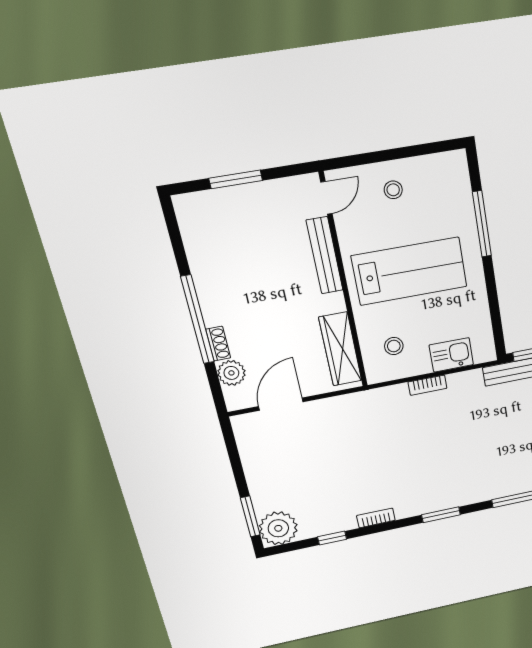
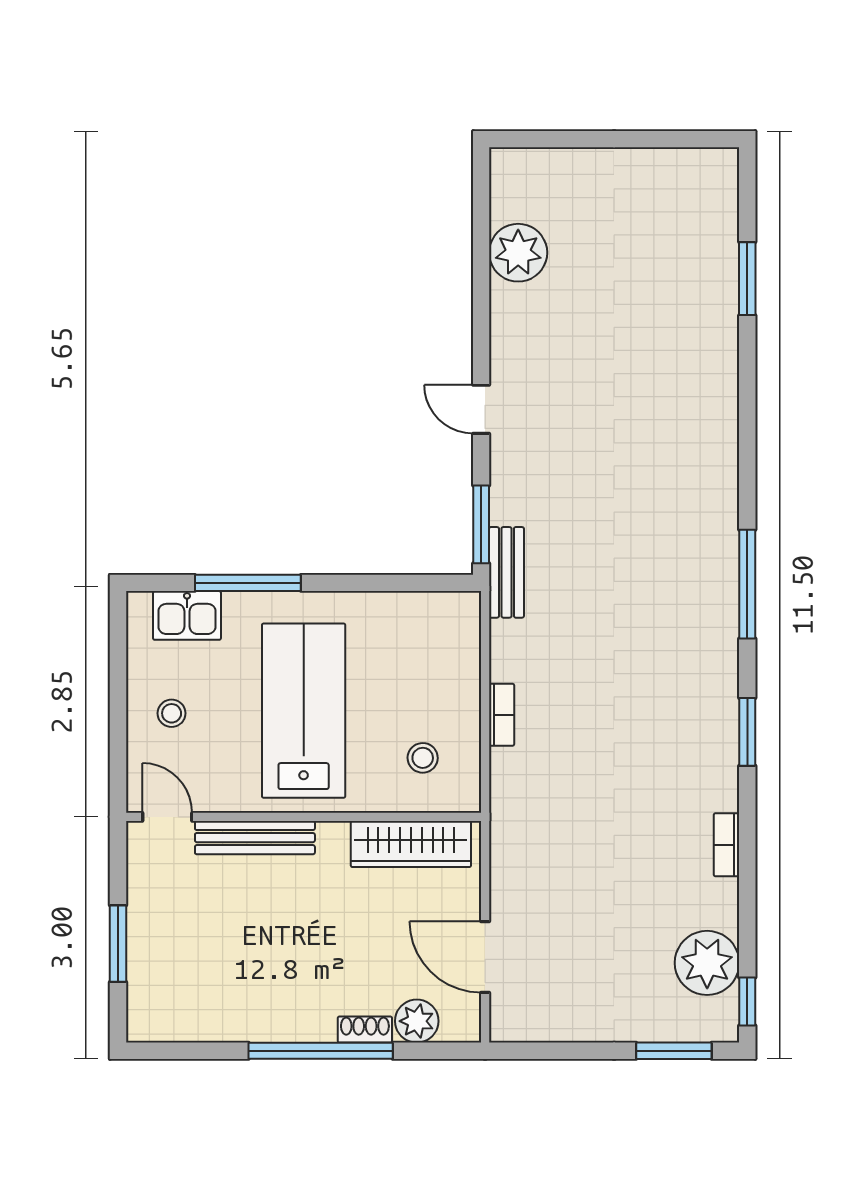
kitchen sink: (451, 355) -> (187, 615), moved, turned -90
plant: (278, 528) -> (707, 963), moved
window: (332, 538) -> (747, 1002), moved

